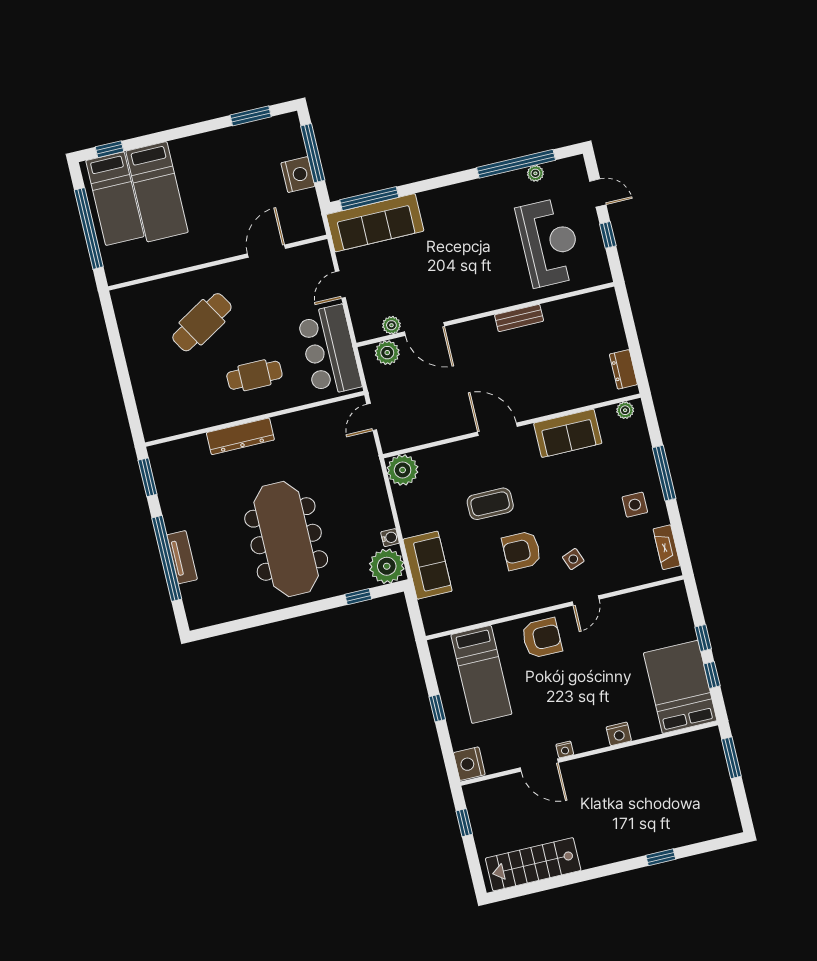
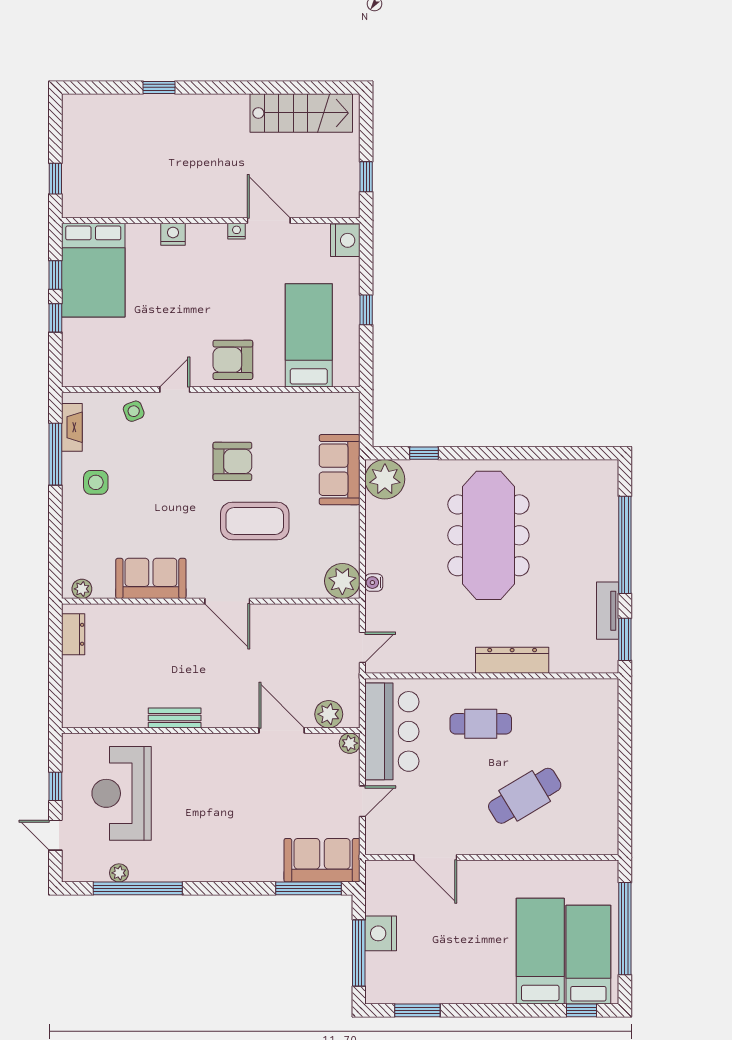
sofa: (375, 223) -> (322, 860), width x0.73
door: (266, 251) -> (435, 857), hinge flipped
plant: (391, 325) -> (350, 743), moved
window: (664, 473) -> (55, 454), moved
coffee table: (490, 504) -> (255, 521), width x1.36, depth x1.32
water cooler: (390, 538) -> (374, 583), moved
tv unit: (182, 557) -> (608, 611), moved
side table: (573, 559) -> (134, 411), moved
window: (731, 758) -> (55, 179), width x0.67

